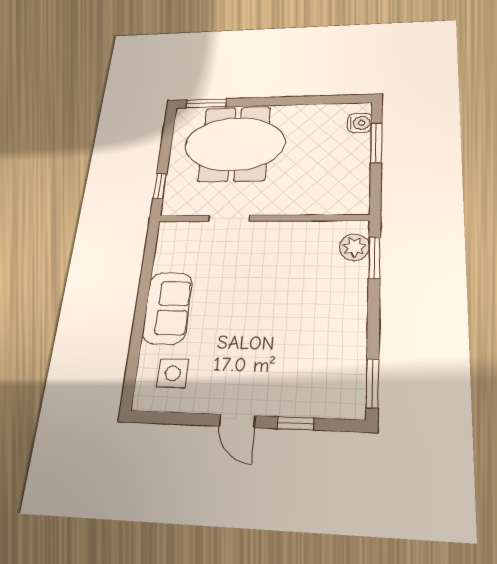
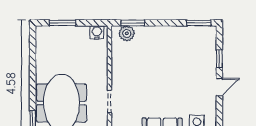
water cooler: (360, 123) -> (97, 32), moved

